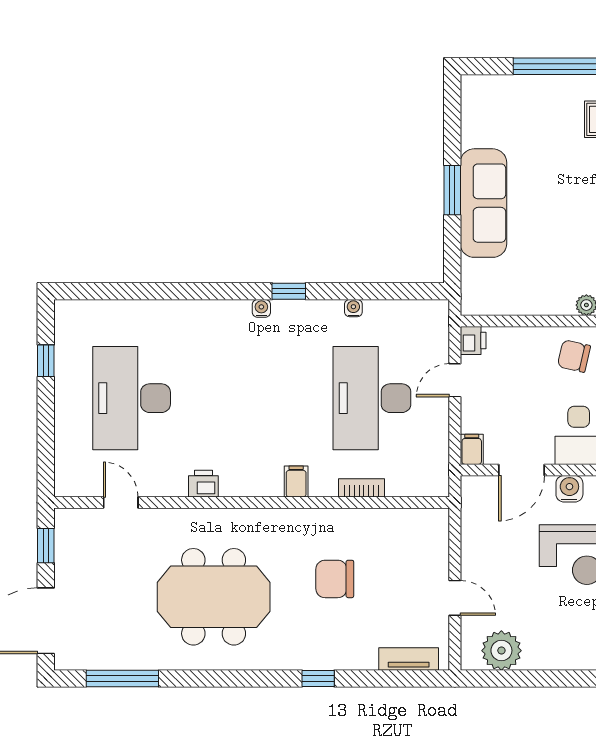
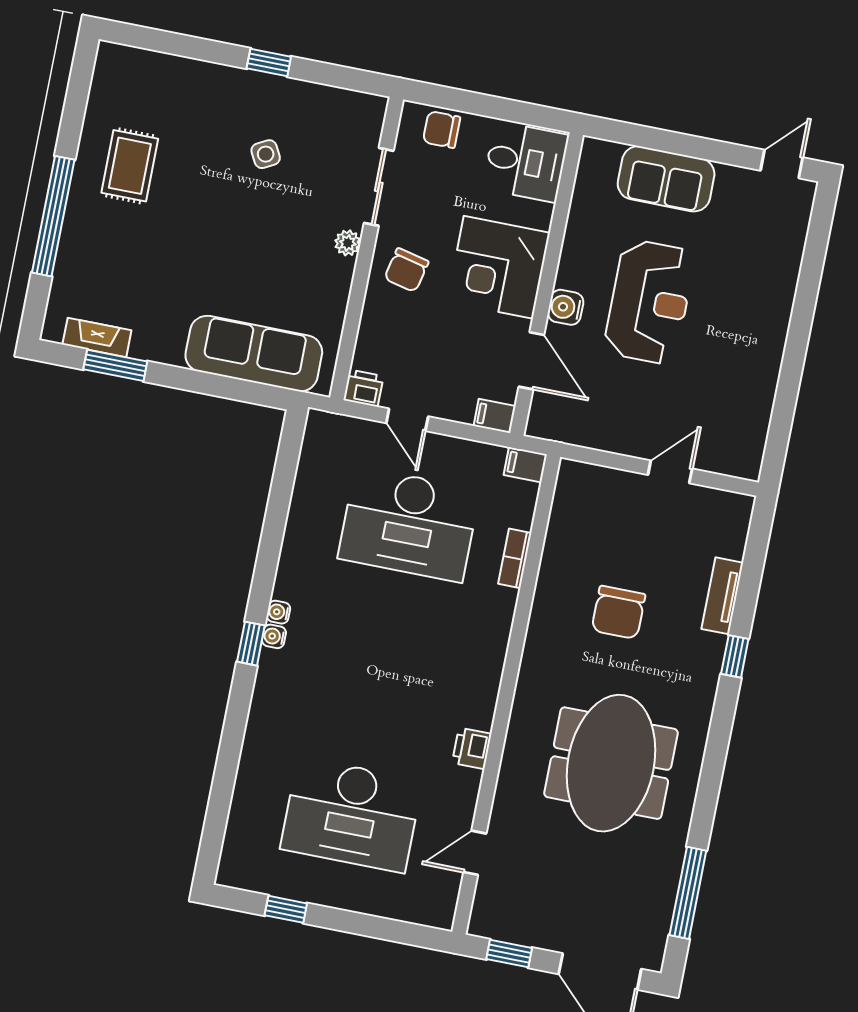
fireplace: (472, 120) -> (97, 337), added
window: (452, 190) -> (115, 365), moved
sofa: (483, 203) -> (254, 354), moved
window: (289, 291) -> (251, 644), moved
water cooler: (353, 308) -> (278, 612), moved
filing cabinet: (296, 481) -> (525, 465), moved
plant: (501, 651) -> (745, 428), removed
tv unit: (409, 659) -> (722, 596), moved

